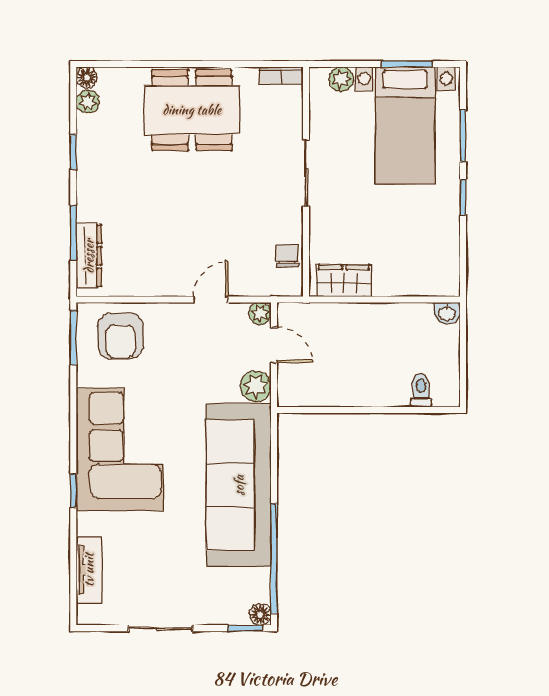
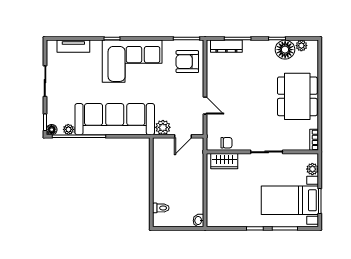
floor lamp: (87, 77) -> (285, 50), moved, width x1.89, depth x1.89
wardrobe: (344, 281) -> (224, 161), moved, turned 90
plant: (260, 314) -> (68, 129), moved

